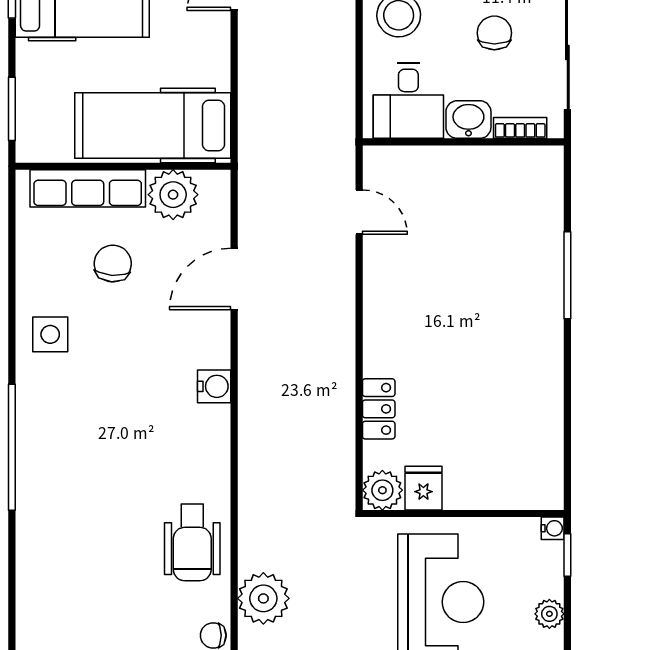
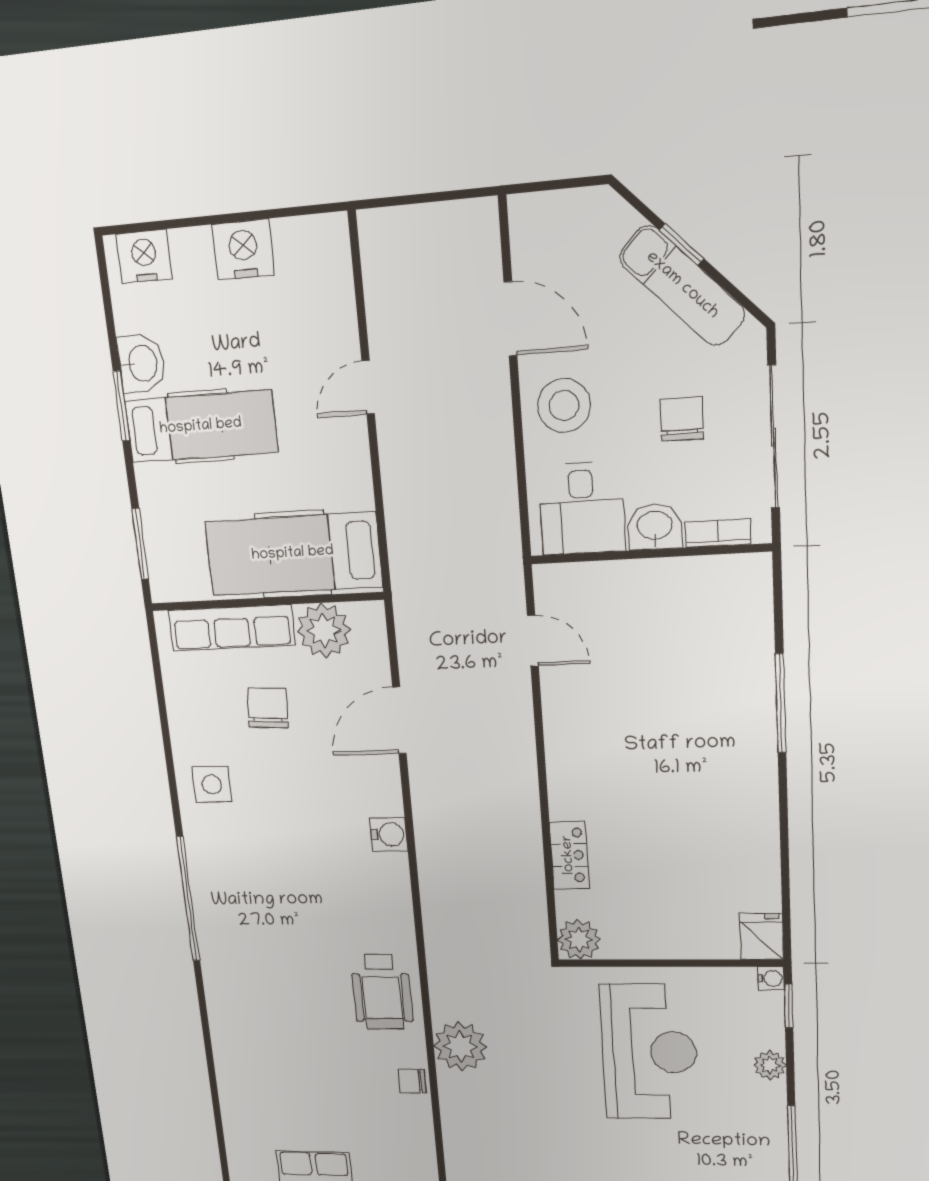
fridge: (423, 488) -> (762, 937), moved

